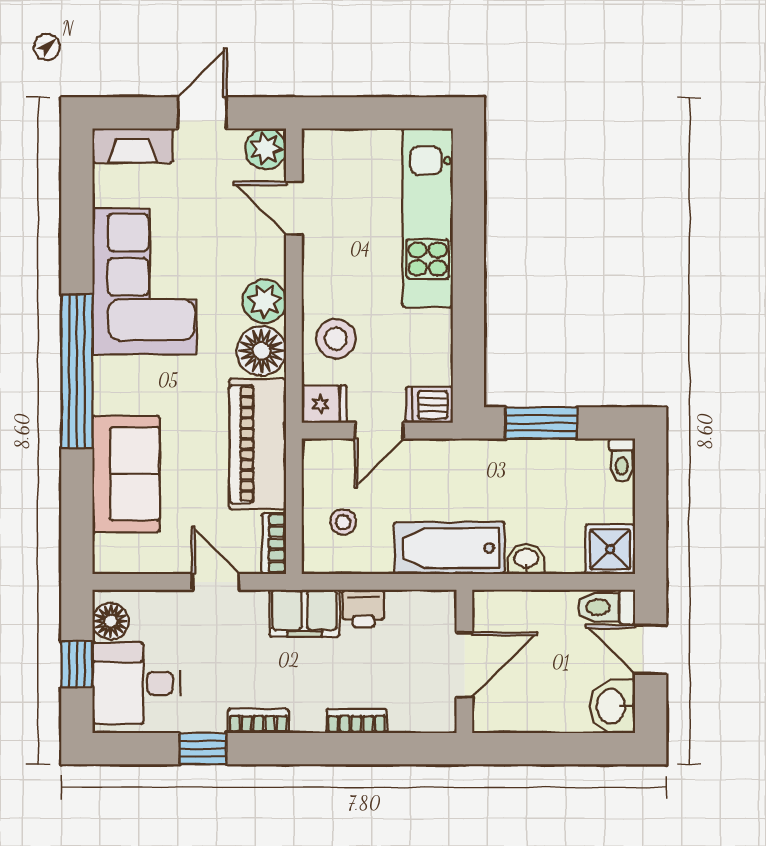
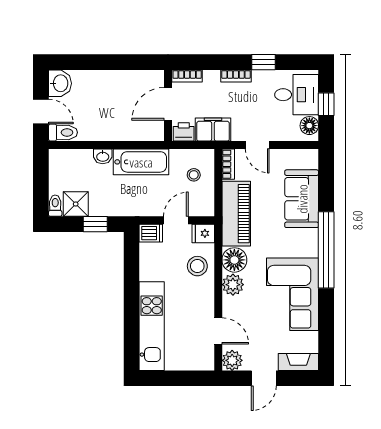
window: (541, 423) -> (95, 224), width x0.67
shower: (610, 549) -> (76, 204), moved
wall: (464, 661) -> (168, 106), moved
door: (464, 665) -> (168, 104), moved

